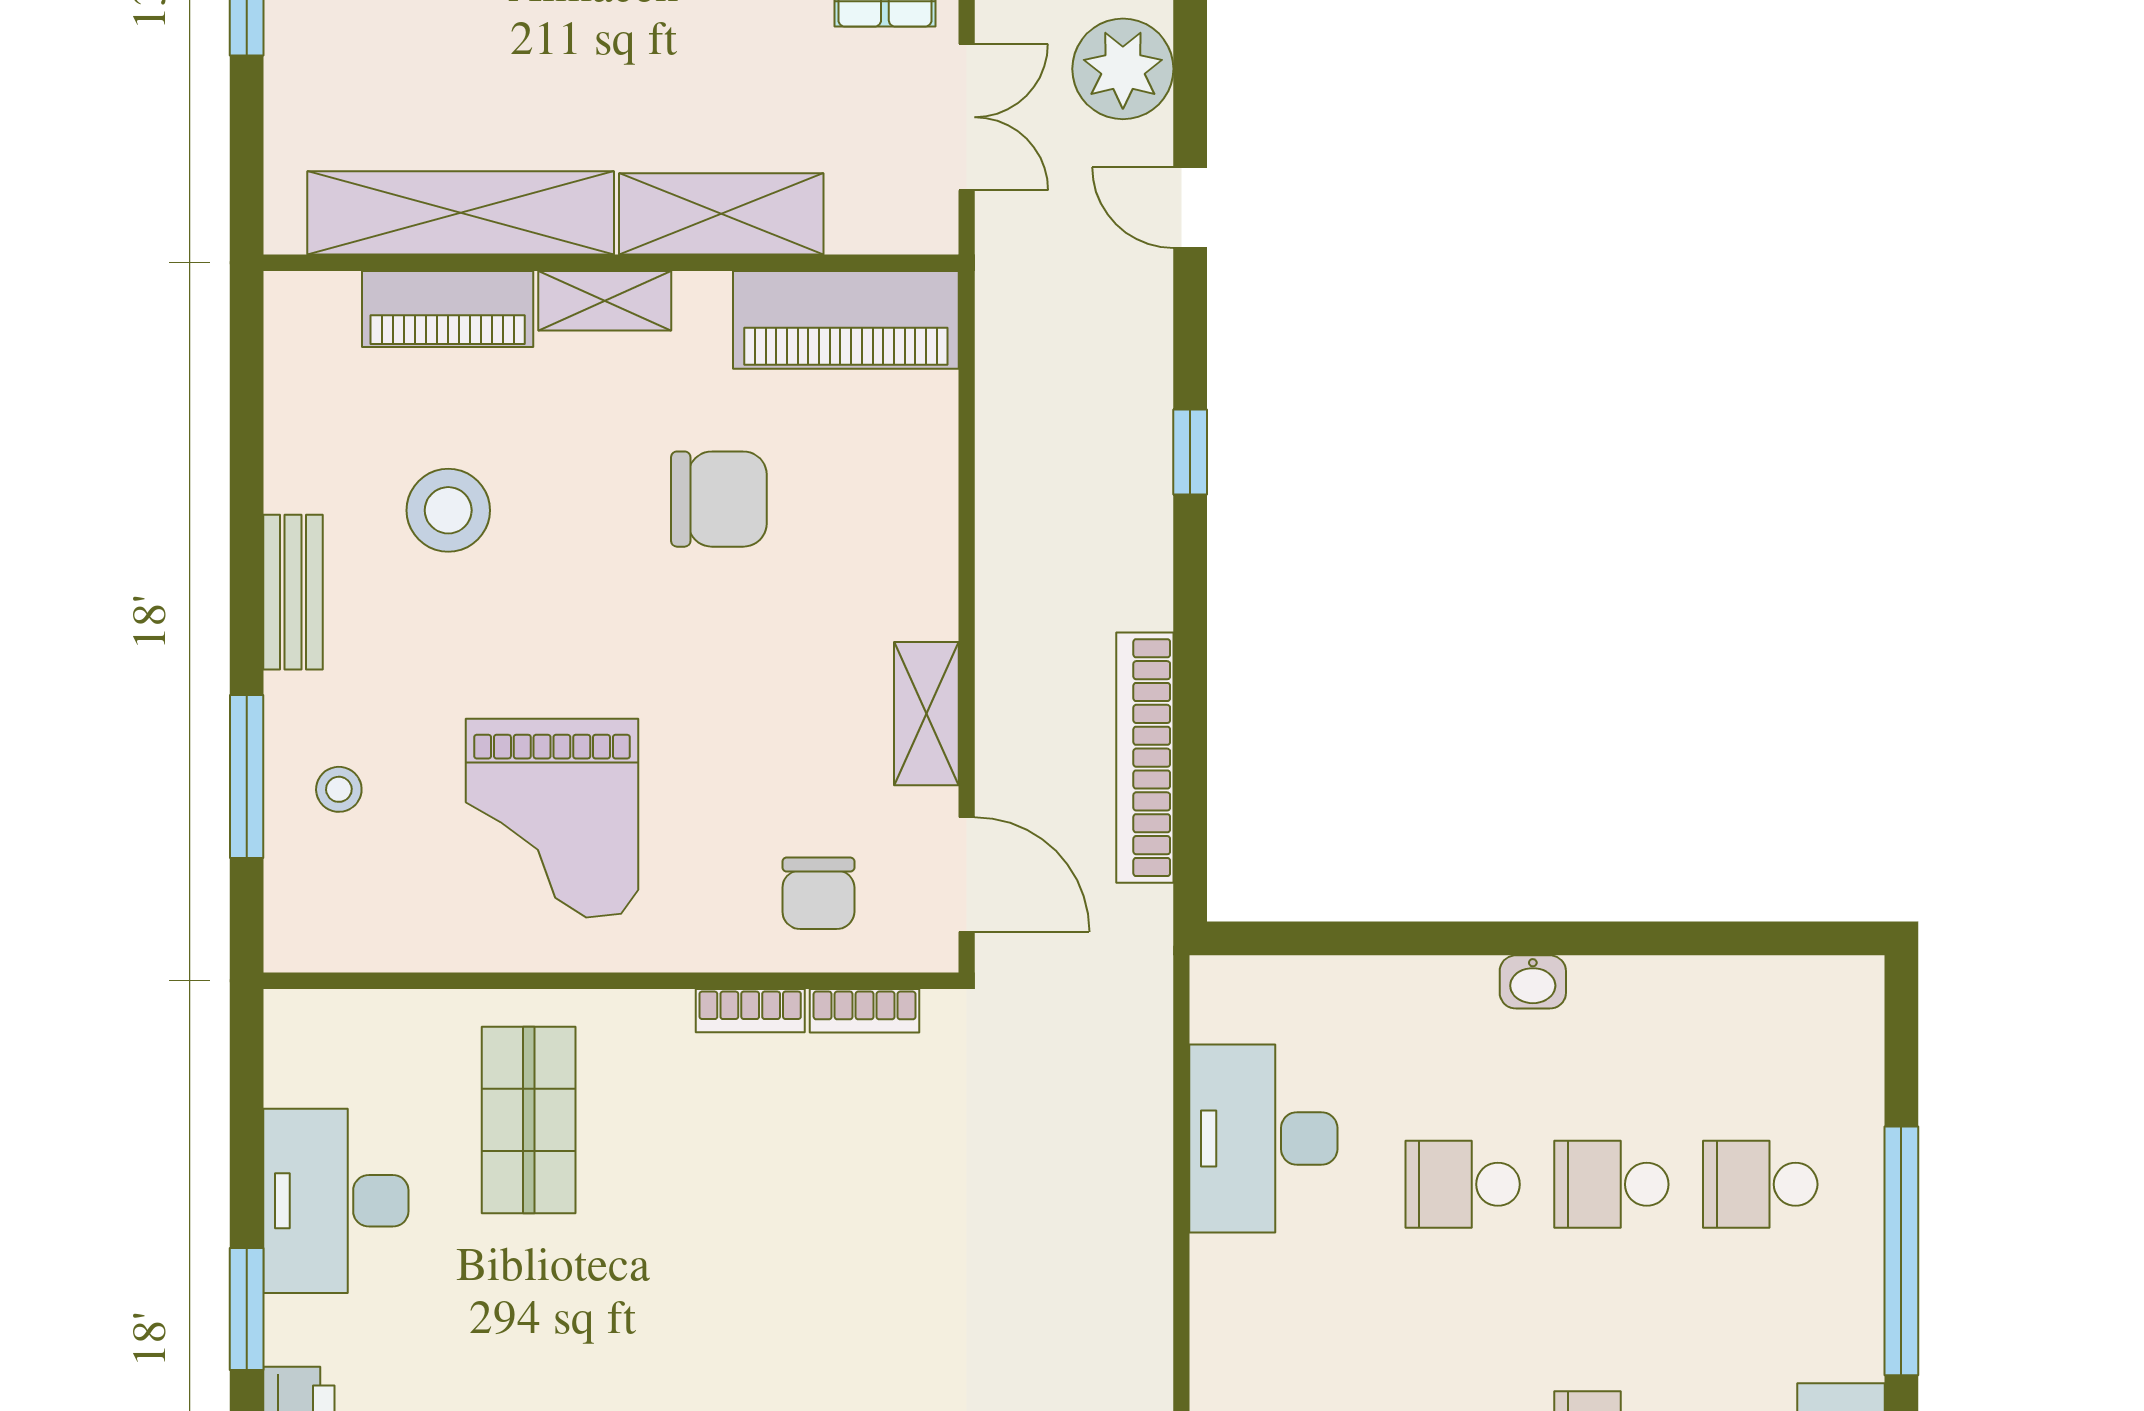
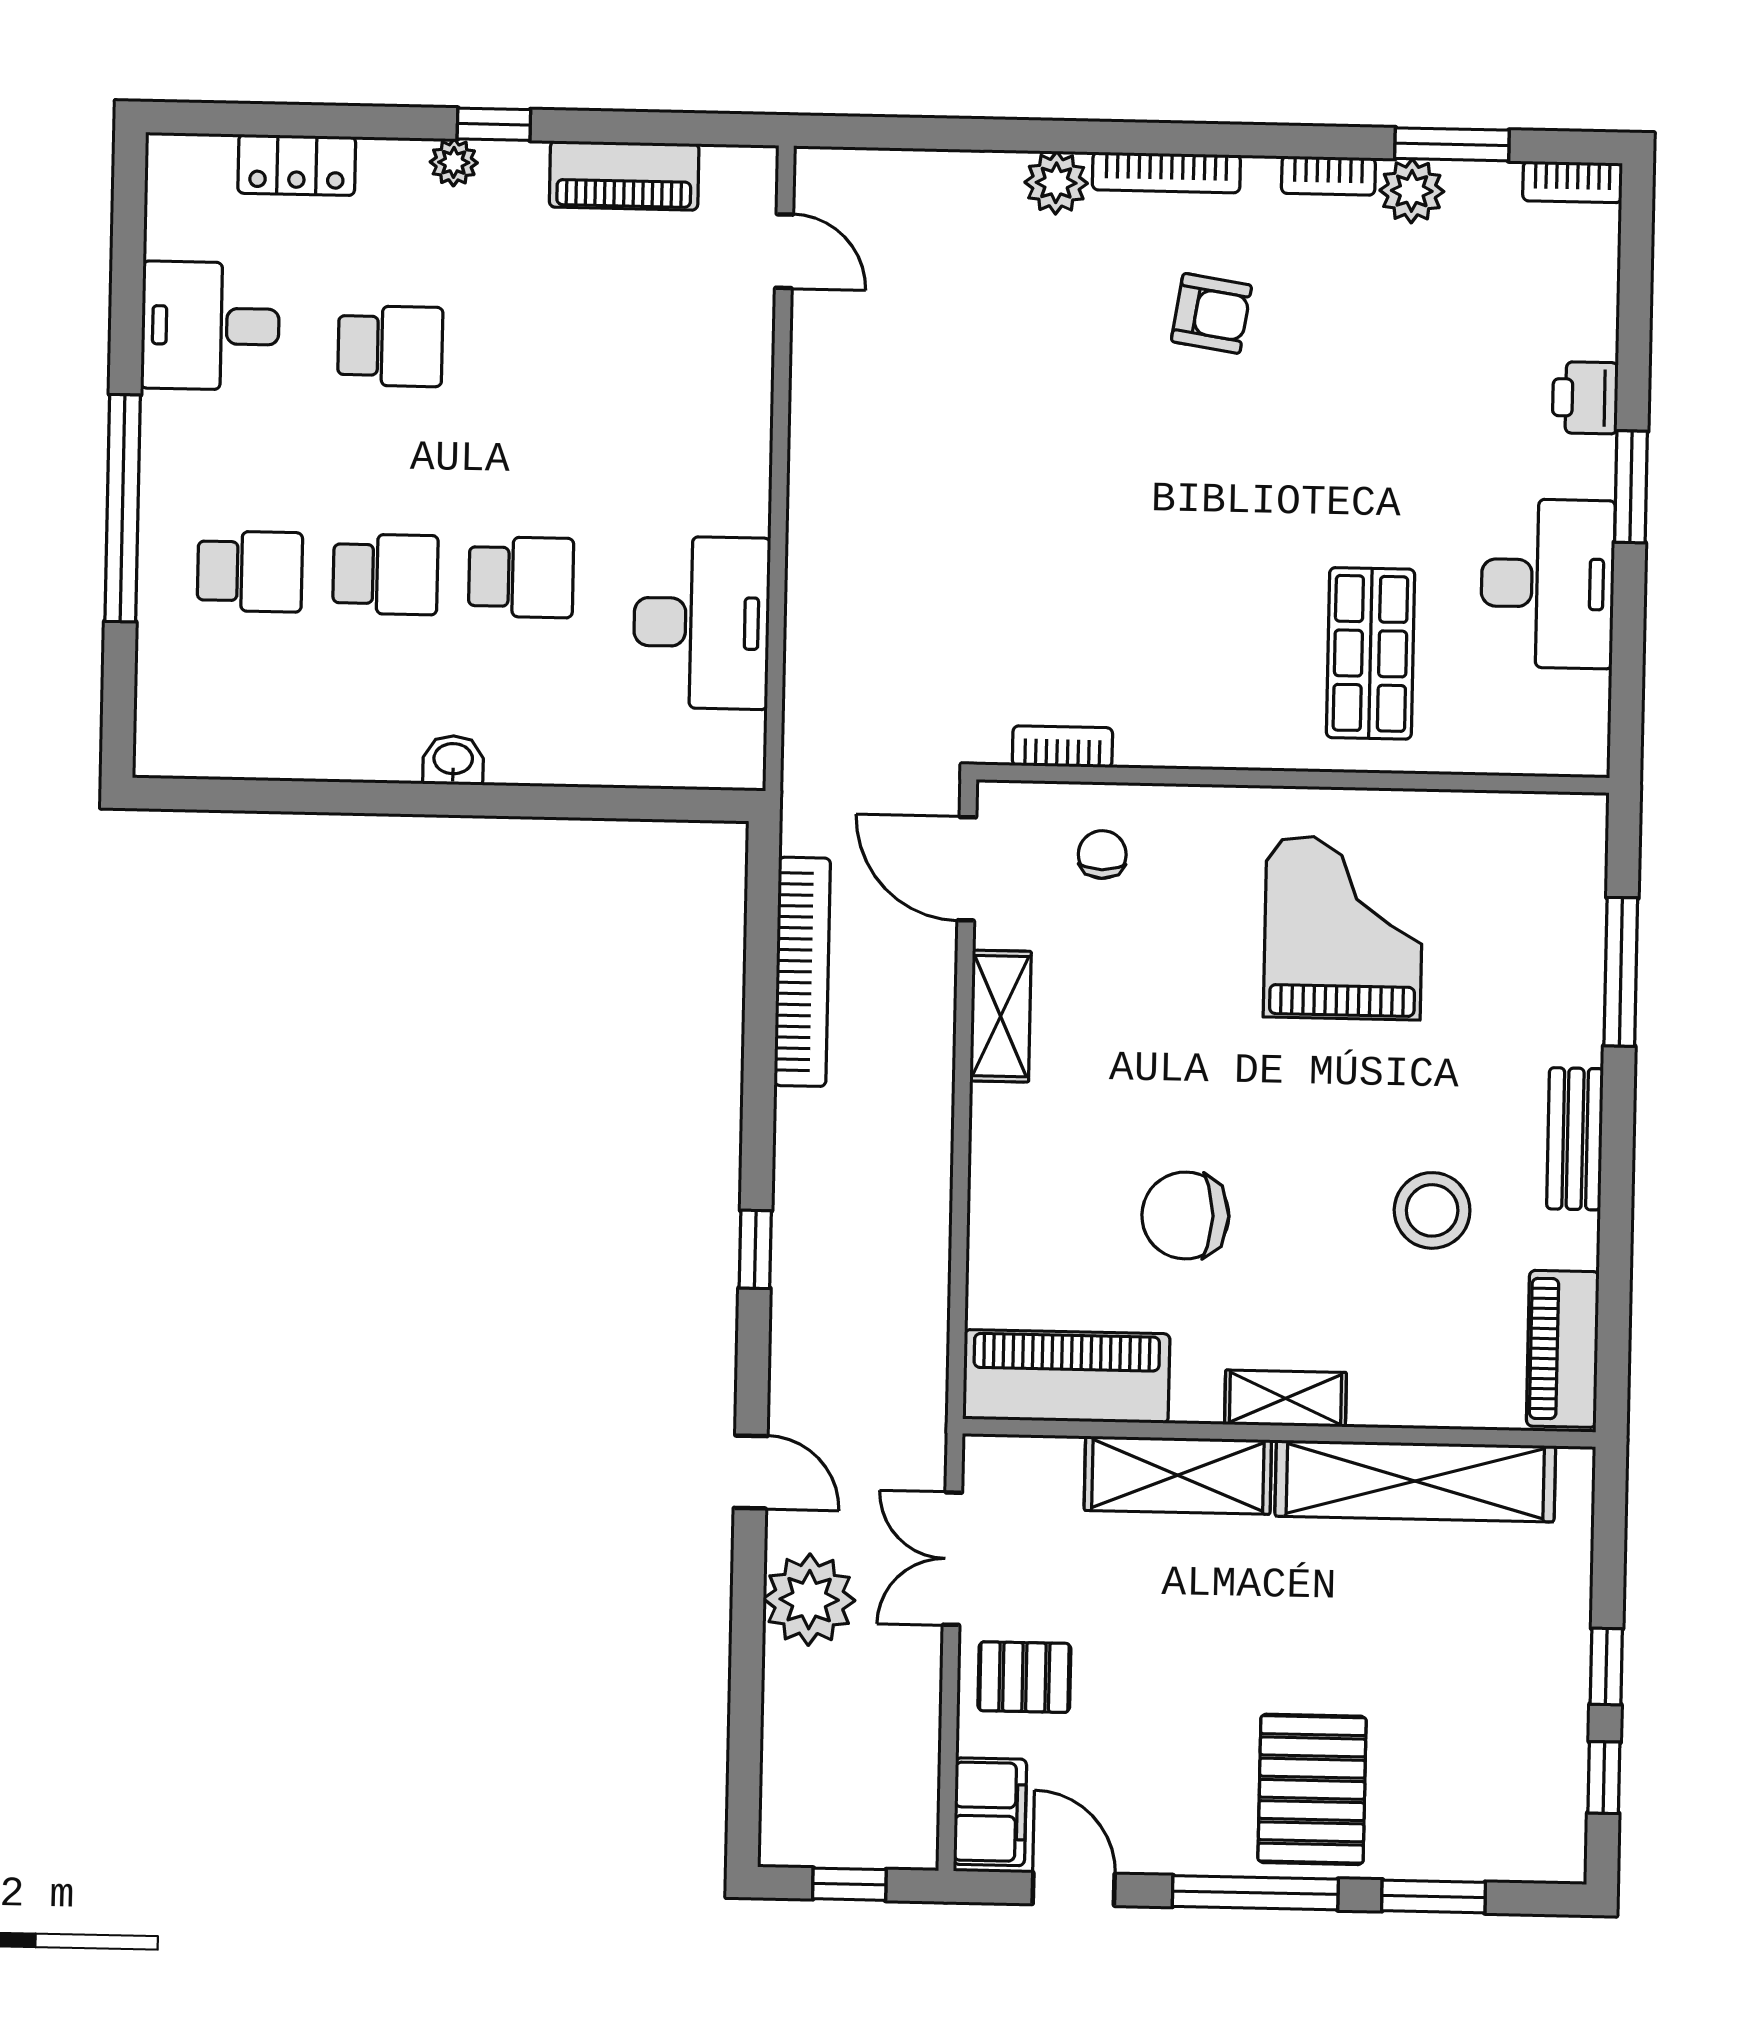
piano: (448, 309) -> (1563, 1349), moved, turned -90
stool: (339, 789) -> (1537, 958), removed
chair: (818, 893) -> (1102, 855), width x0.73, depth x0.73
bookcase: (750, 1011) -> (1167, 749), removed

